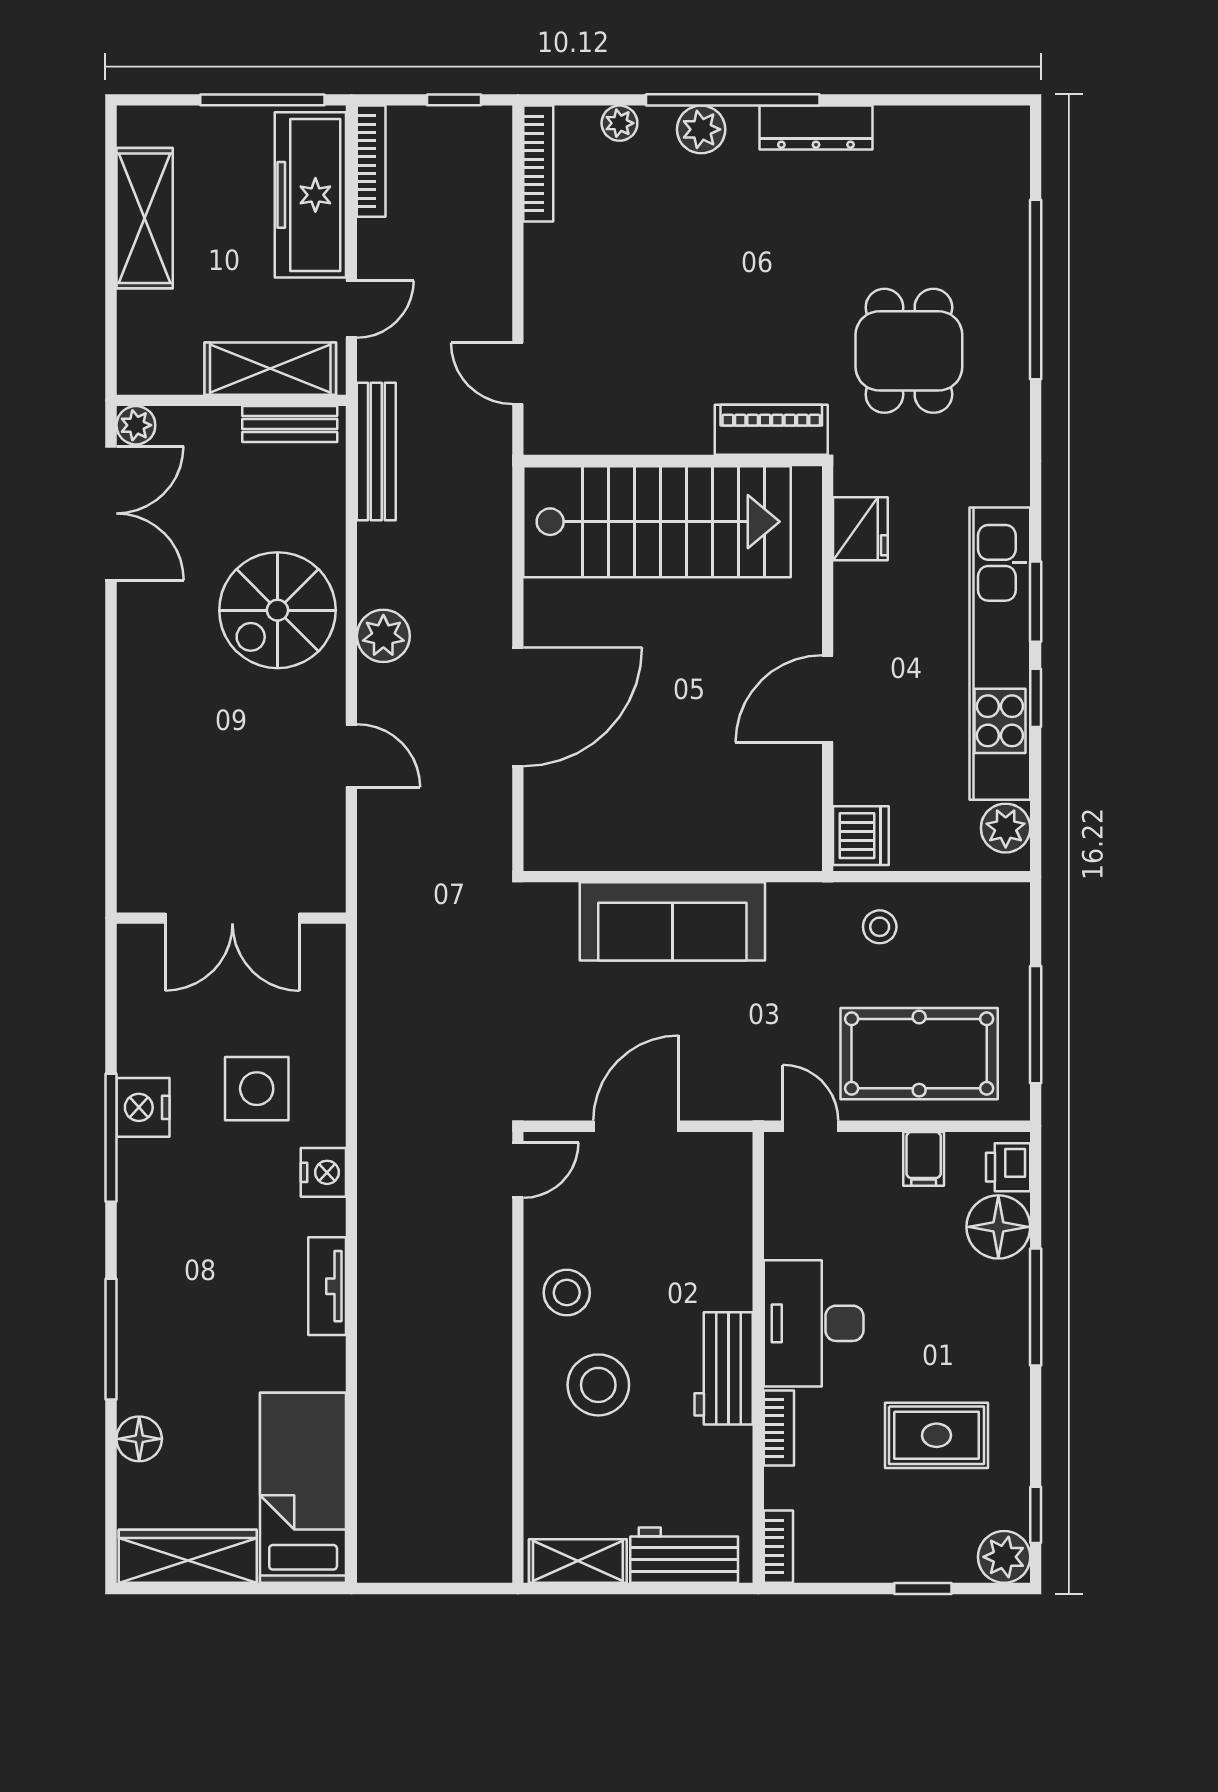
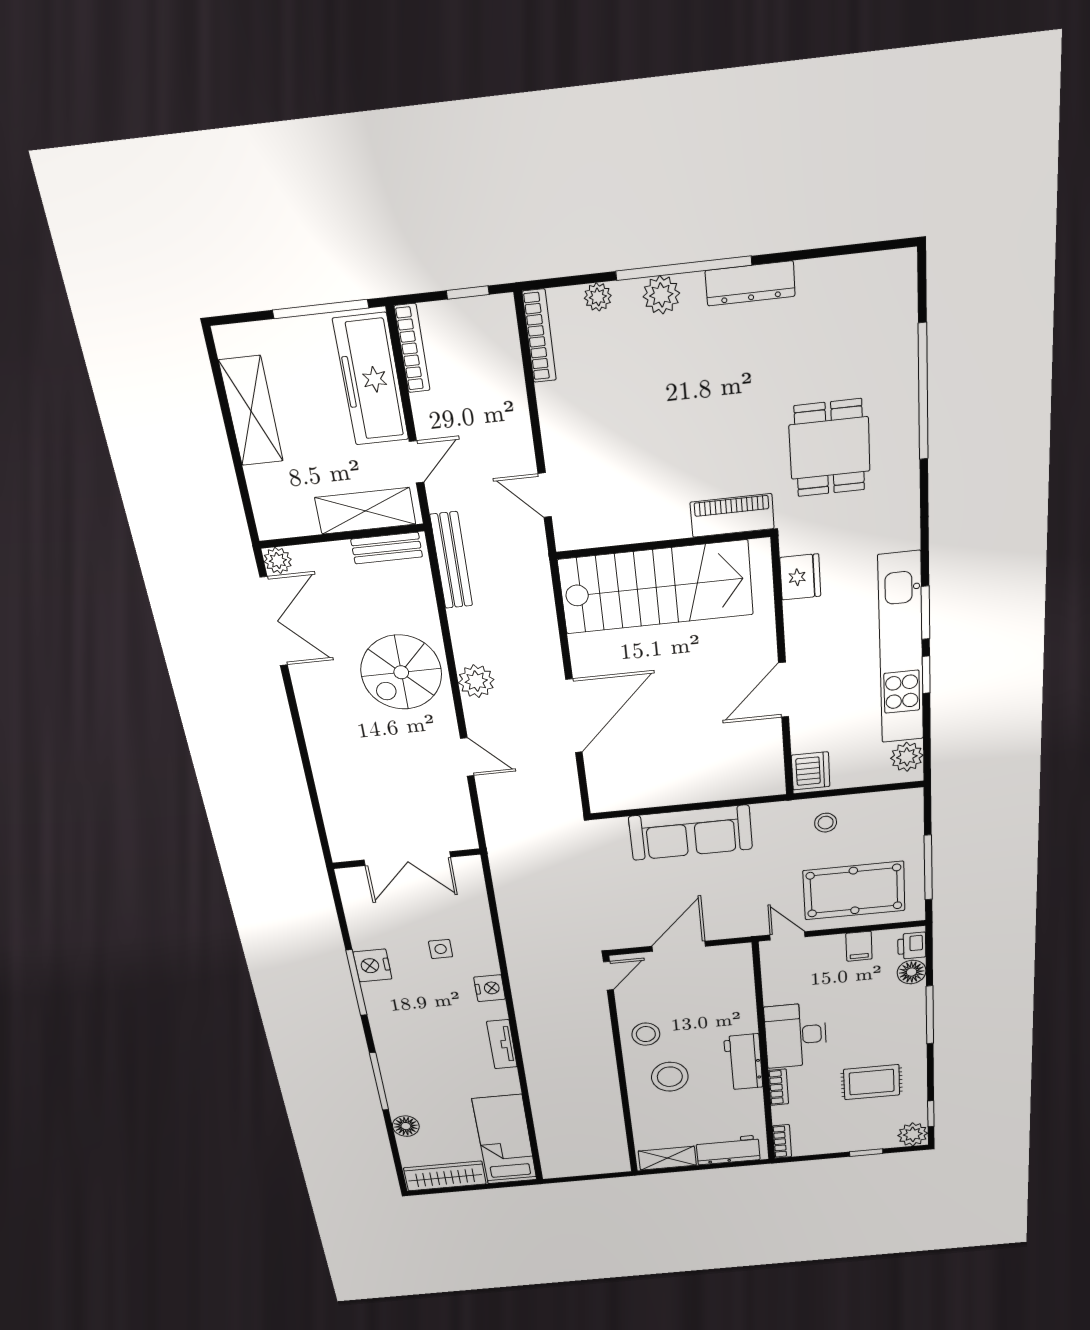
side table: (257, 1089) -> (441, 949), width x0.54, depth x0.54
floor lamp: (998, 1227) -> (912, 972), width x0.73, depth x0.73

